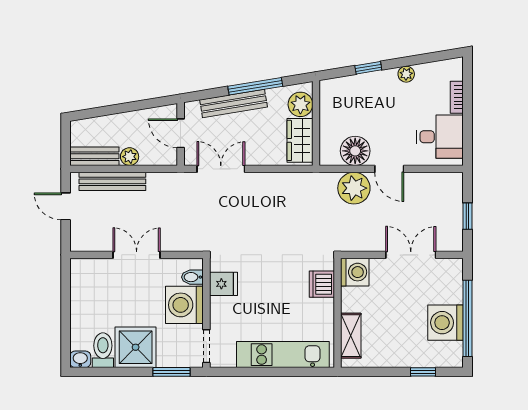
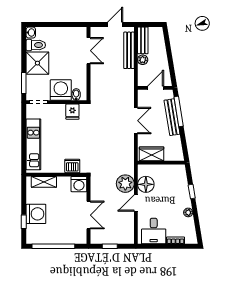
window: (255, 86) -> (179, 111), moved
plant: (300, 104) -> (171, 154), removed
double door: (221, 169) -> (136, 121), moved
double door: (137, 255) -> (88, 51), moved
washing machine: (446, 323) -> (36, 214), moved, turned 90

